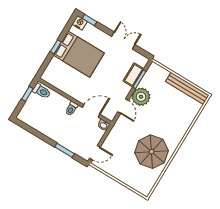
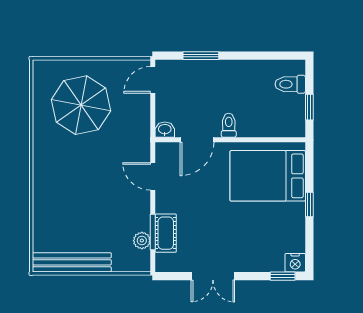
bed: (79, 54) -> (268, 176), moved
toilet: (42, 91) -> (290, 84), moved
plant: (141, 97) -> (142, 241), moved, width x0.53, depth x0.53
parasol: (152, 152) -> (81, 105), moved

